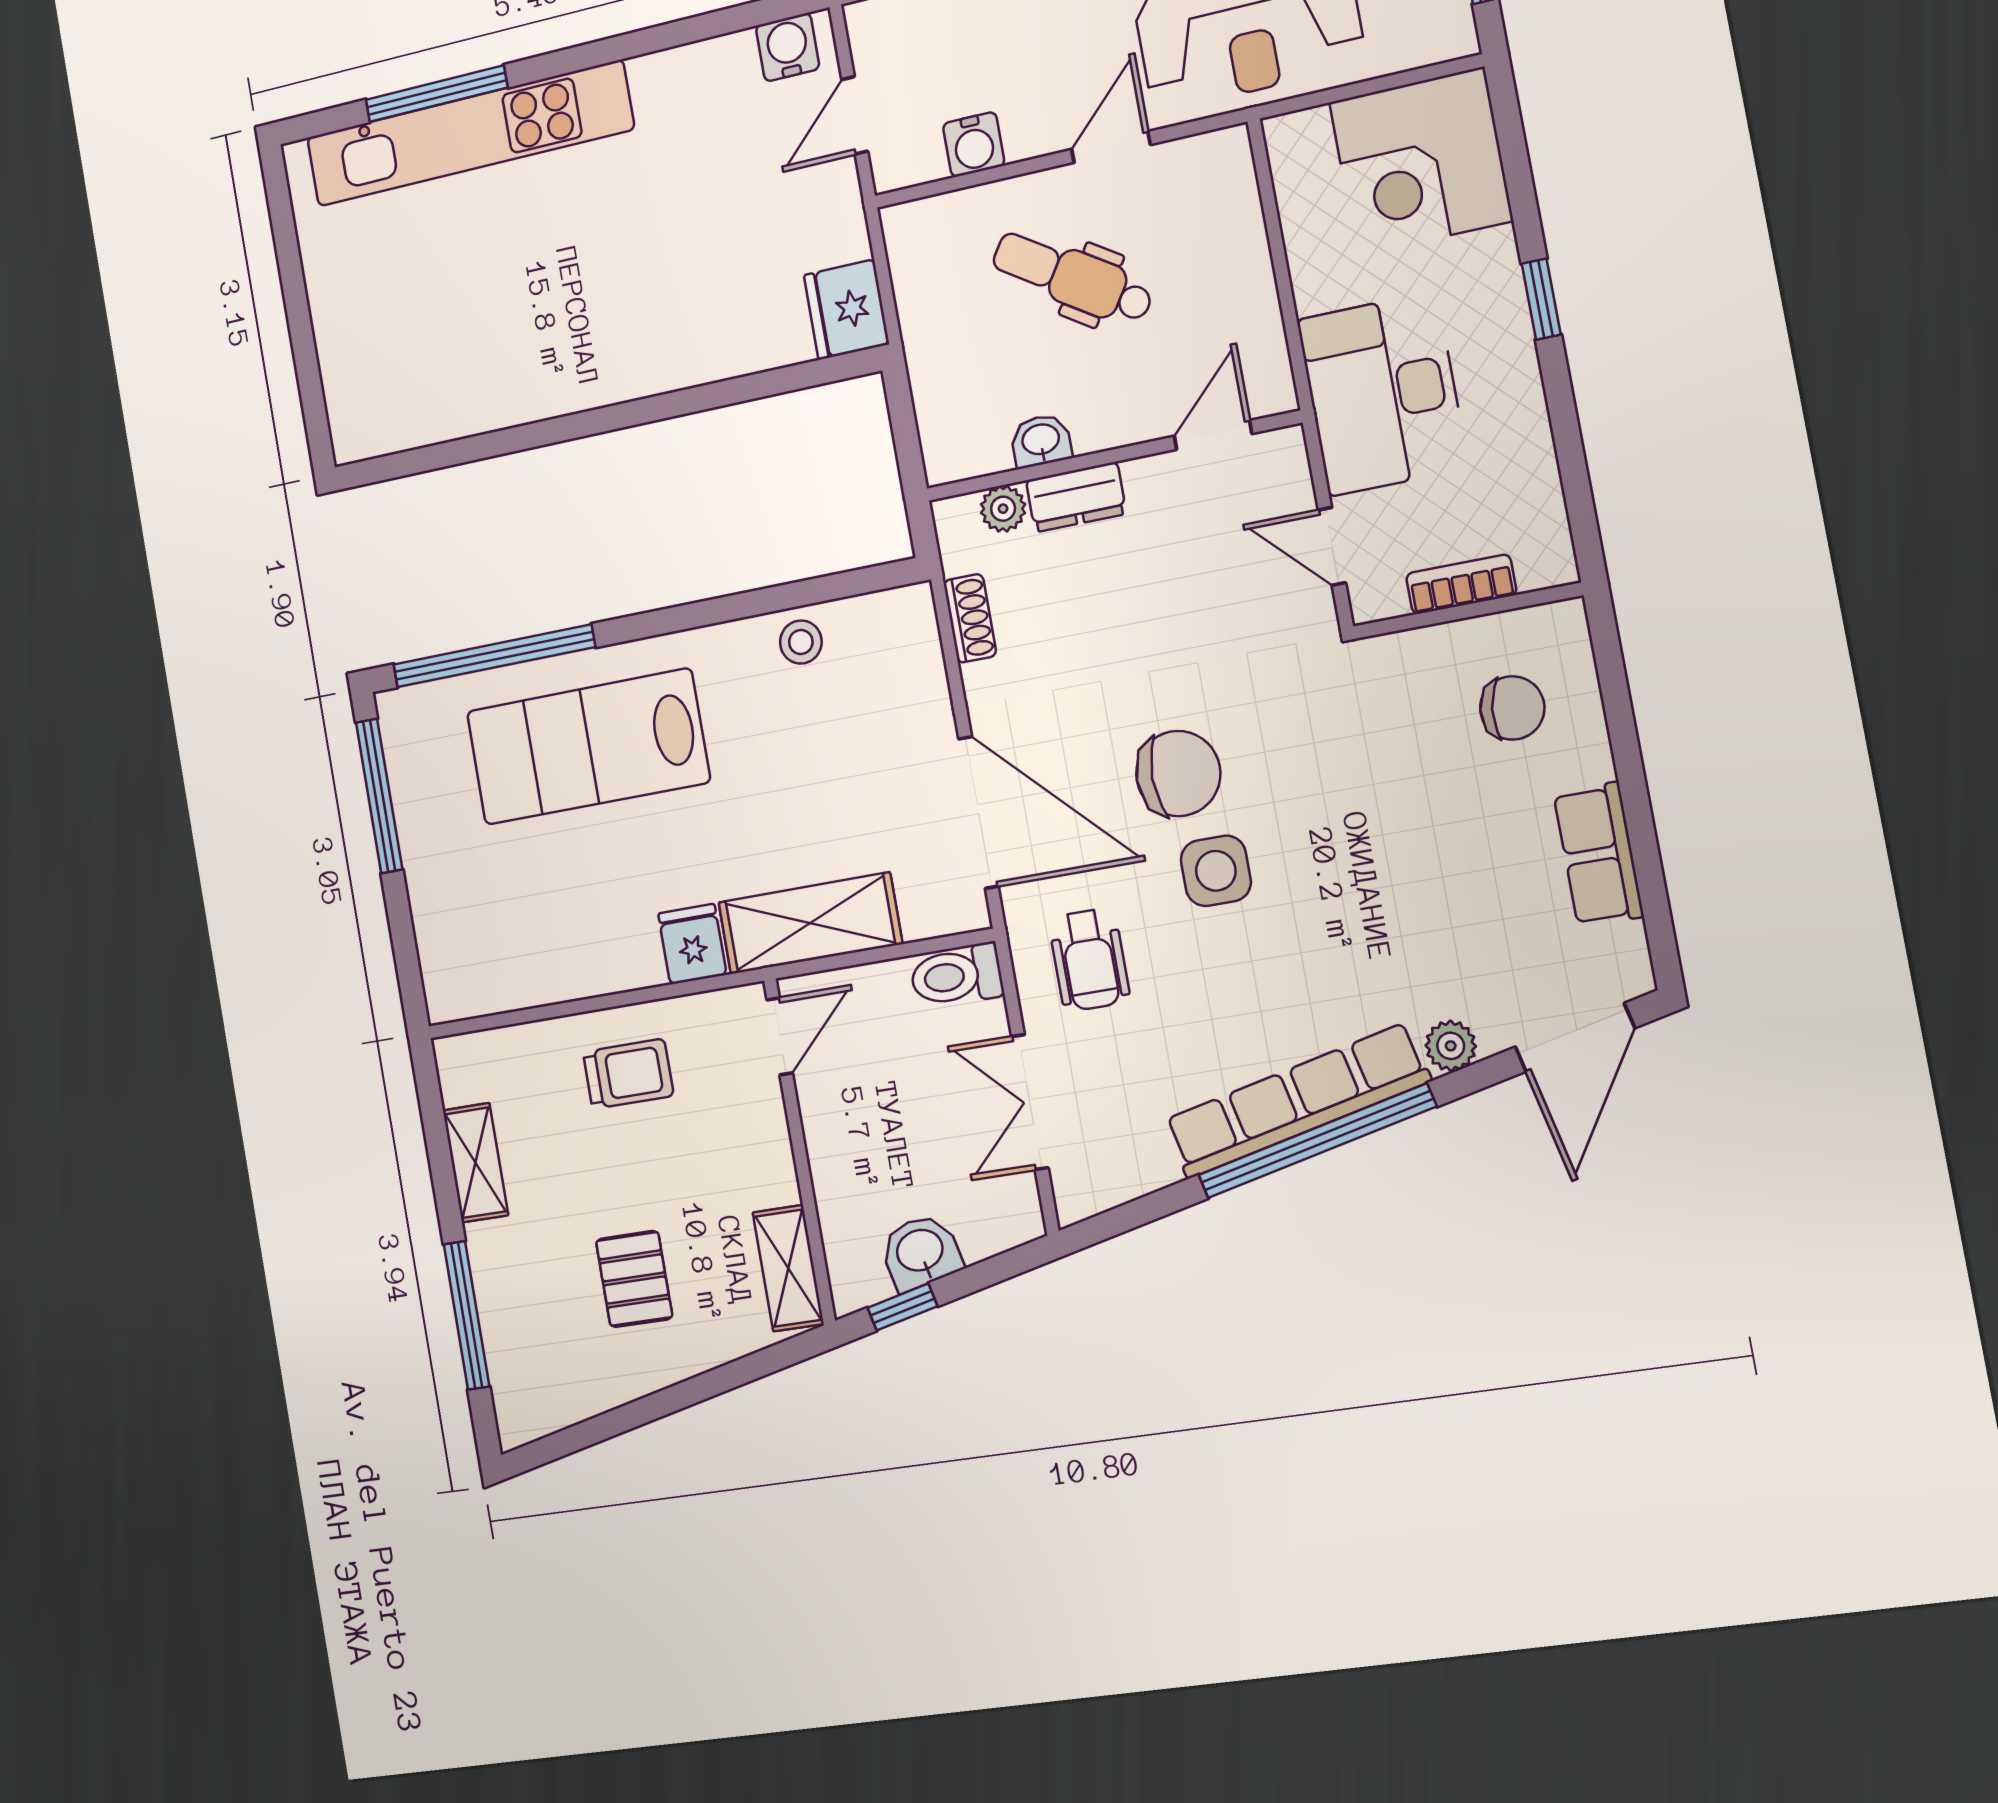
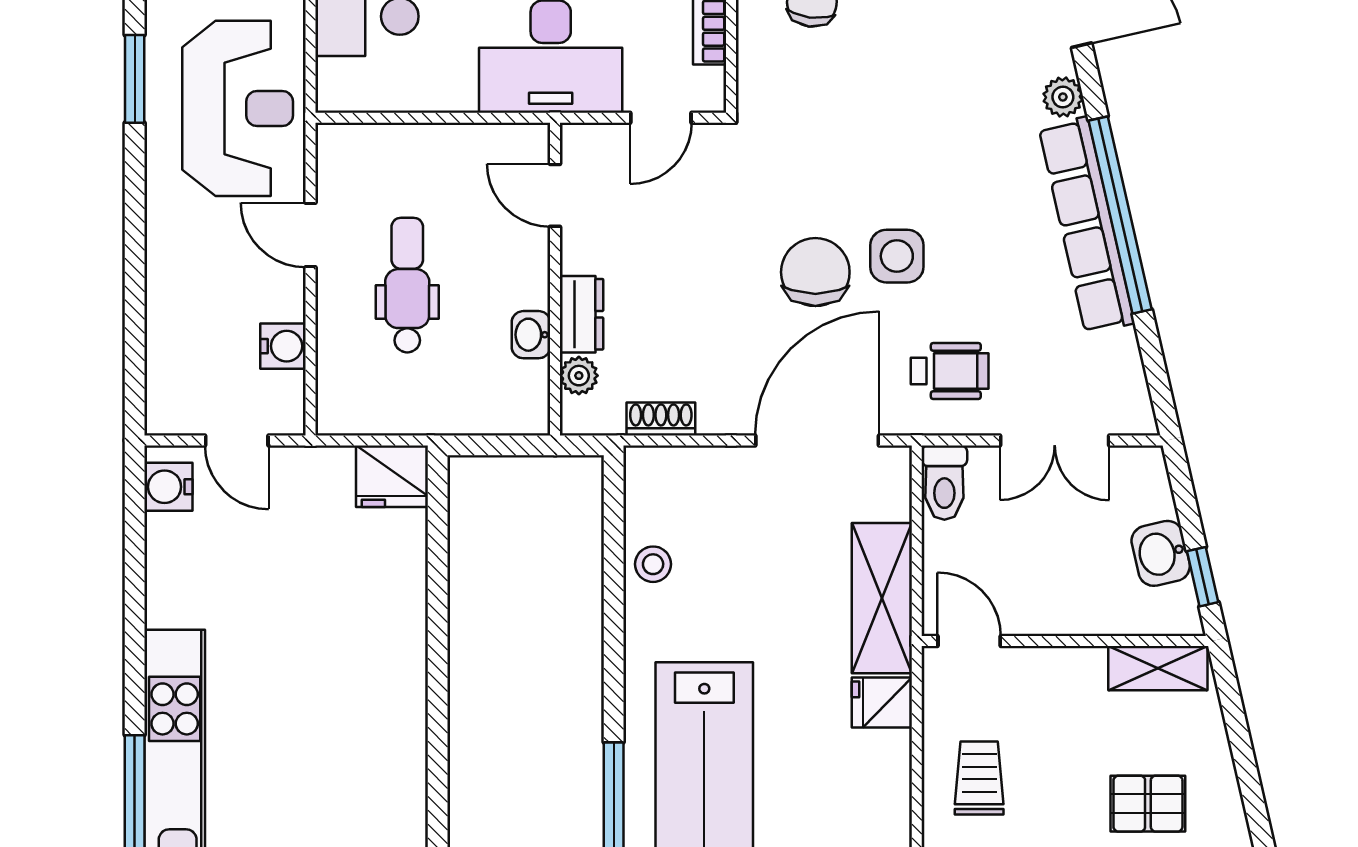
dental chair: (1073, 278) -> (407, 285), turned 147

